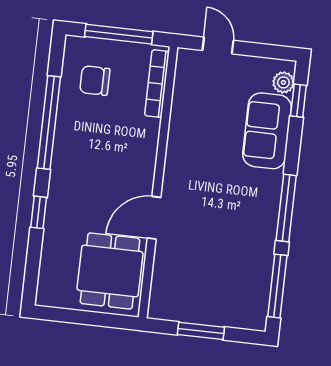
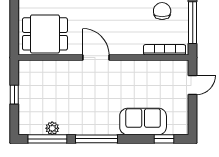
plant: (283, 82) -> (52, 128), moved
door: (154, 218) -> (96, 58), moved
window: (201, 331) -> (14, 95), width x0.67

